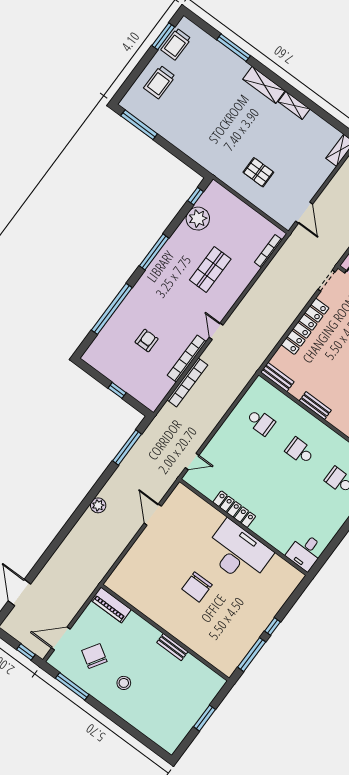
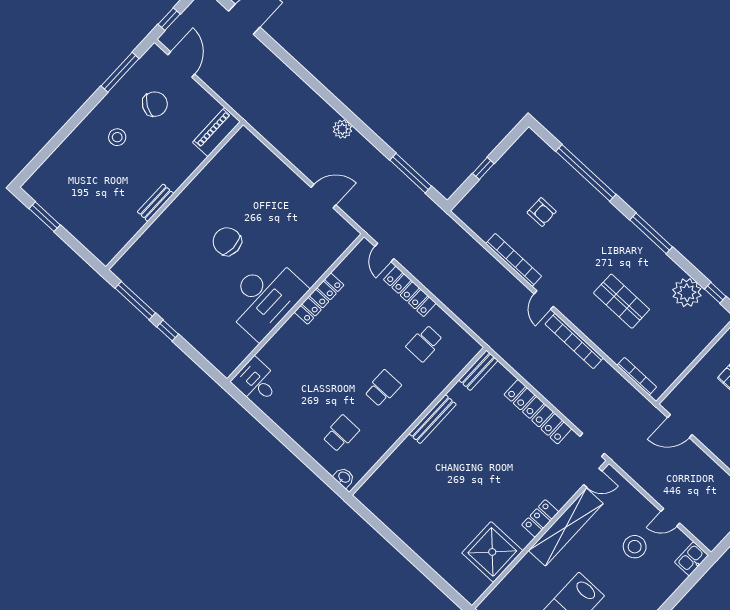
door: (216, 331) -> (544, 300), swing flipped
bookcase: (187, 382) -> (574, 341), moved
bench: (315, 406) -> (433, 419), width x1.36
locker: (221, 438) -> (410, 291), added
window: (204, 718) -> (45, 217), moved

